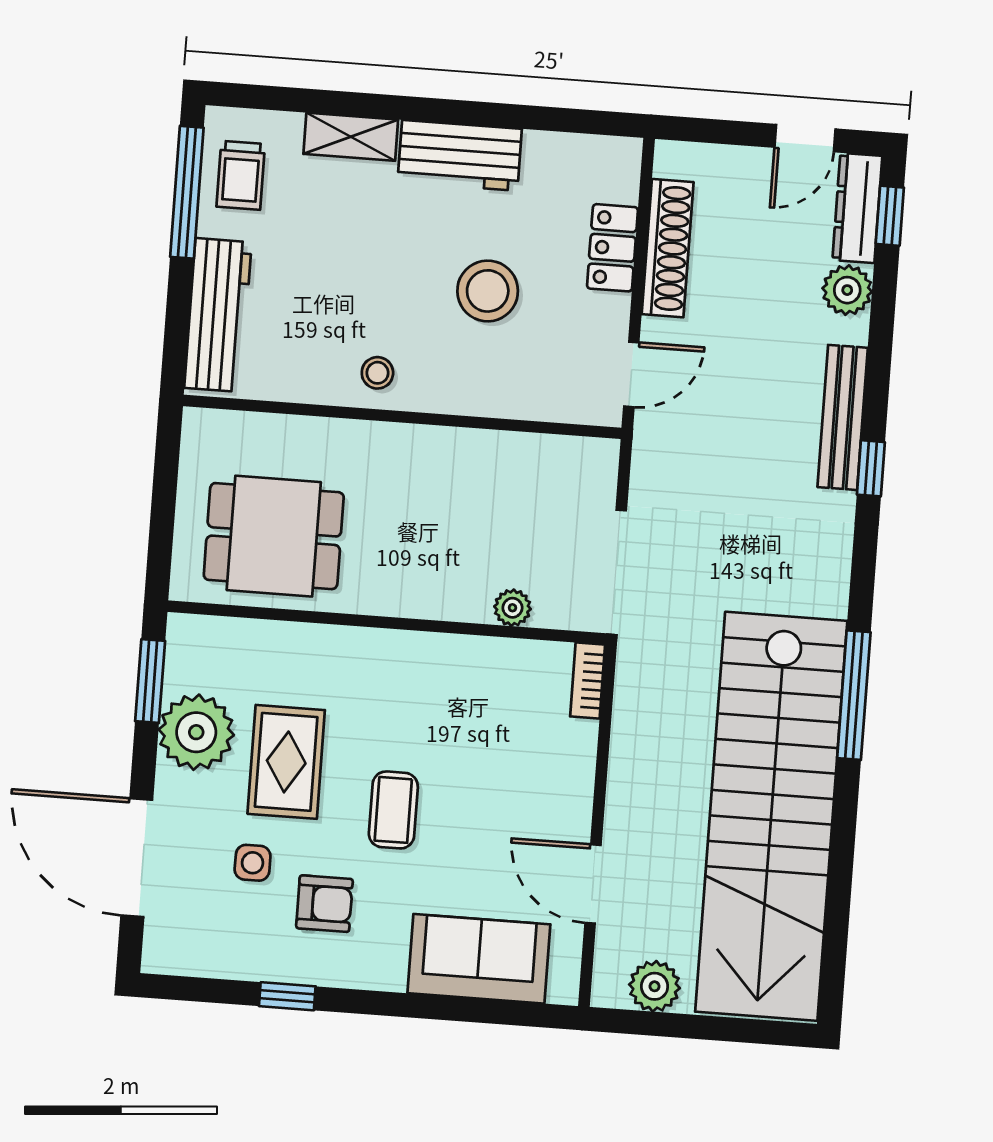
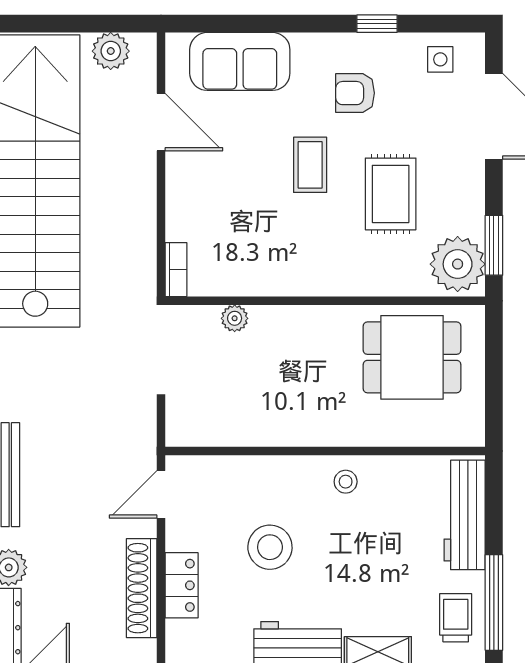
plant: (196, 732) -> (458, 264), moved
side table: (253, 863) -> (440, 59), moved

